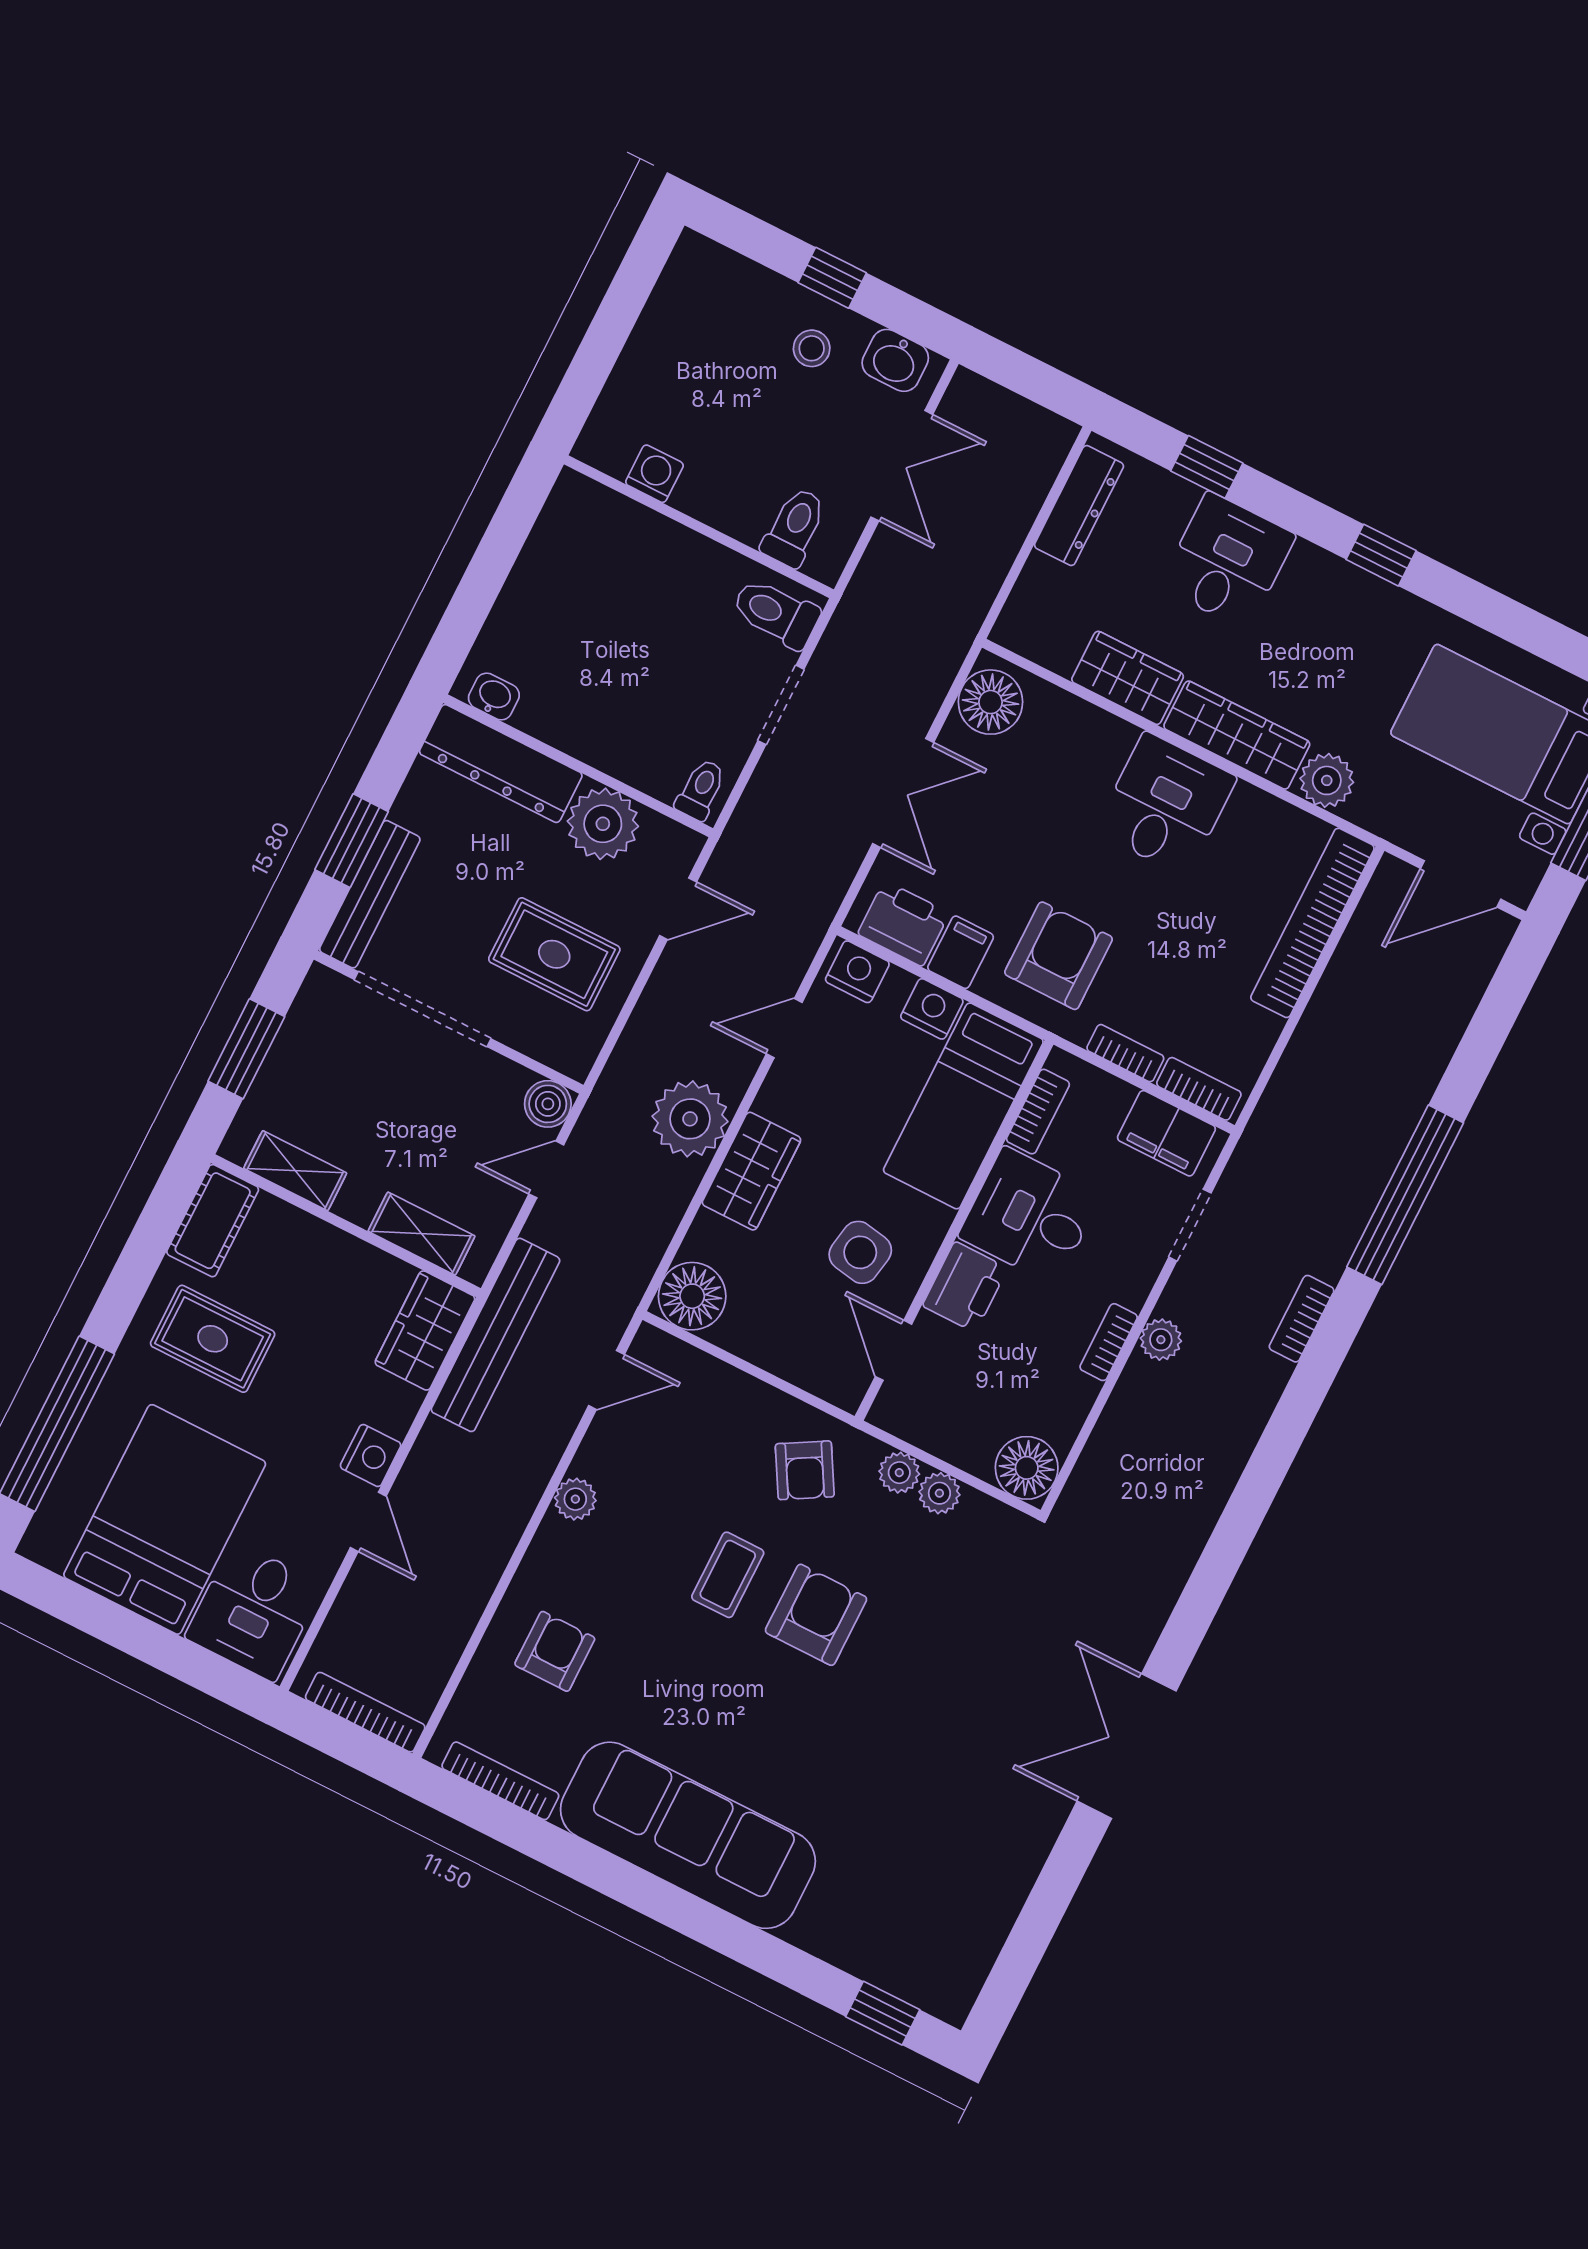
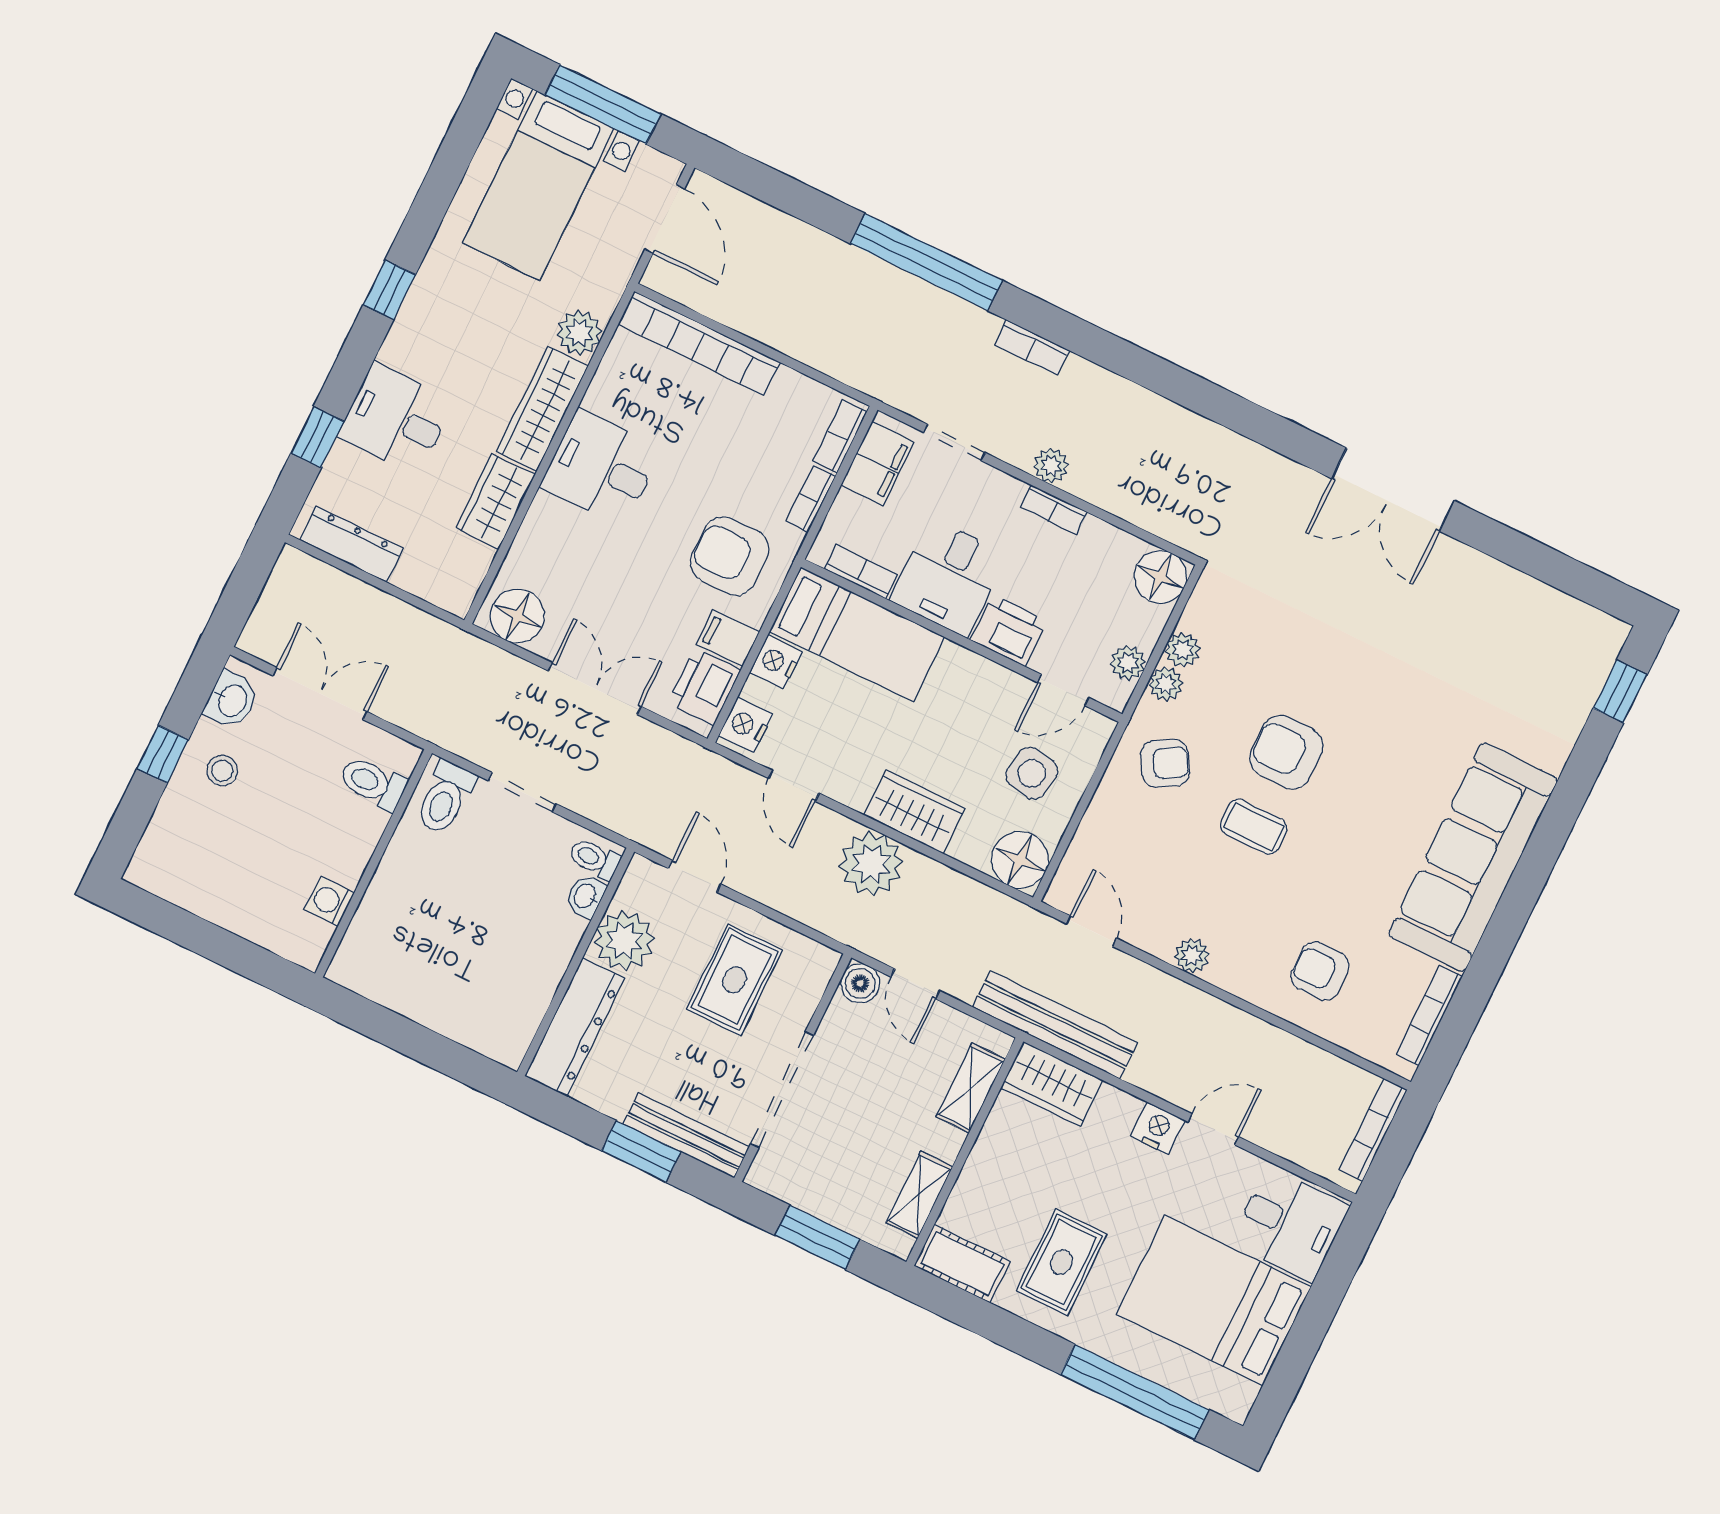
washbasin: (494, 697) -> (585, 896), moved
side table: (860, 1252) -> (1032, 773), moved
plant: (925, 1428) -> (1128, 663), added

